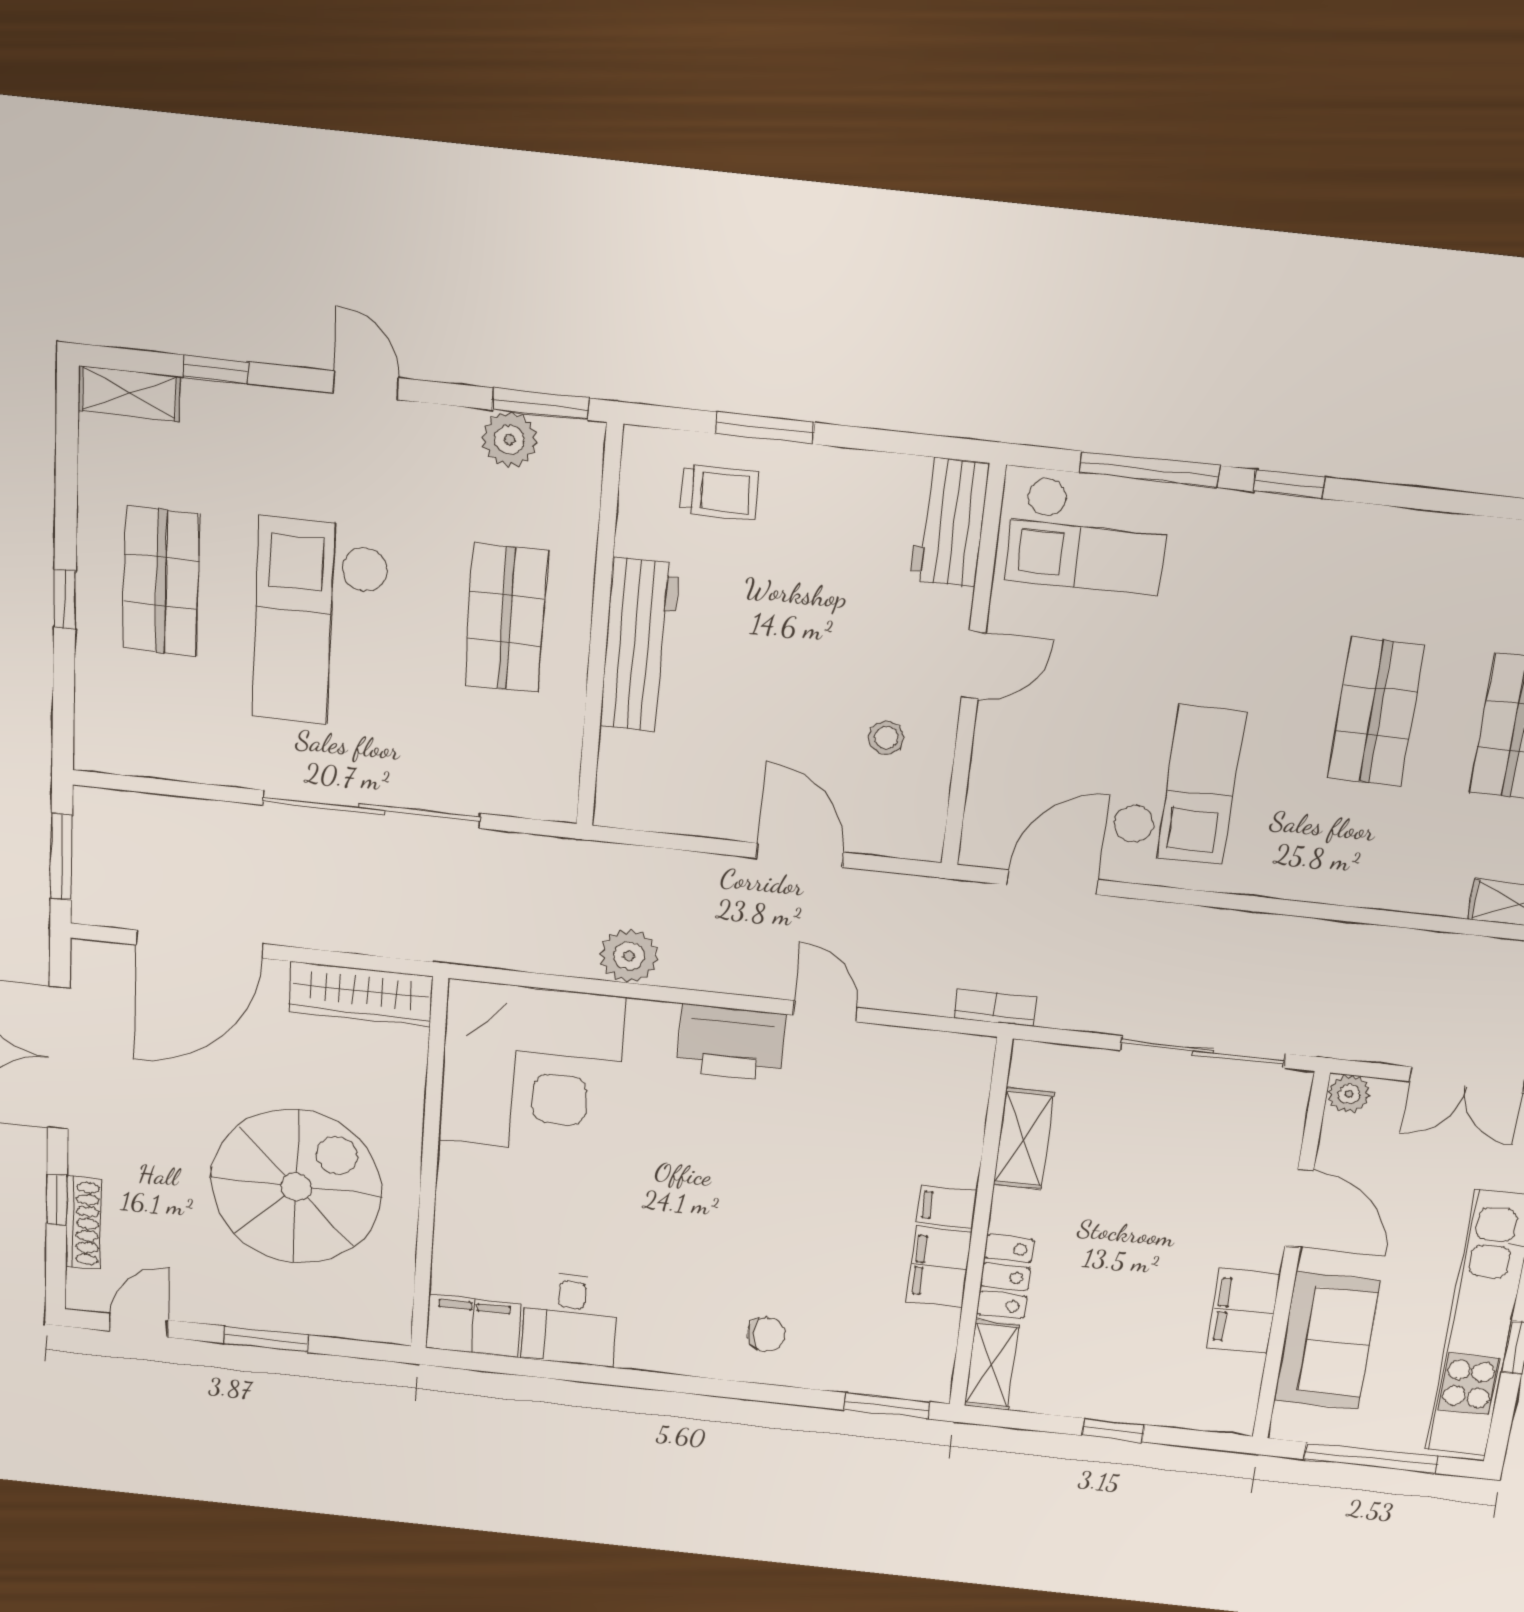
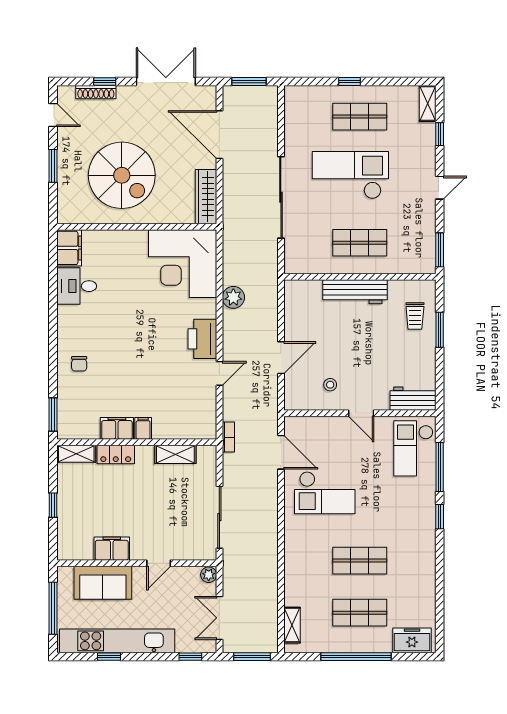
plant: (509, 440) -> (426, 240), removed
door: (1299, 1208) -> (159, 563), width x0.73

